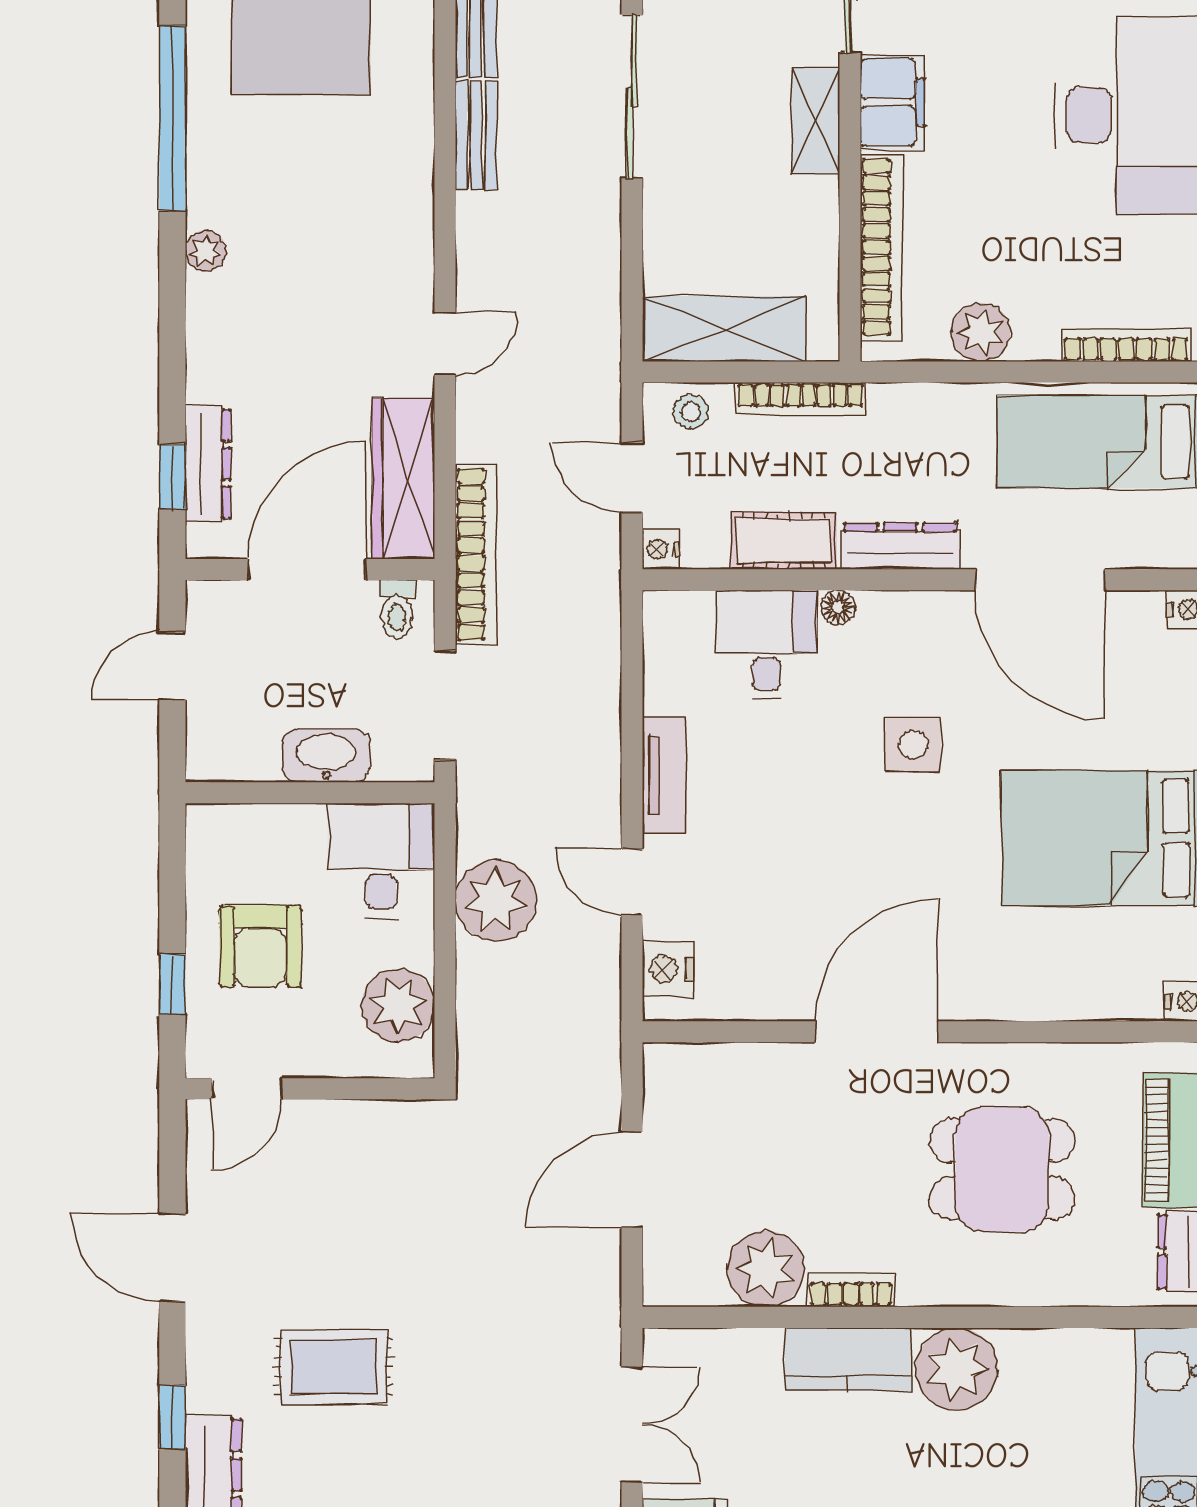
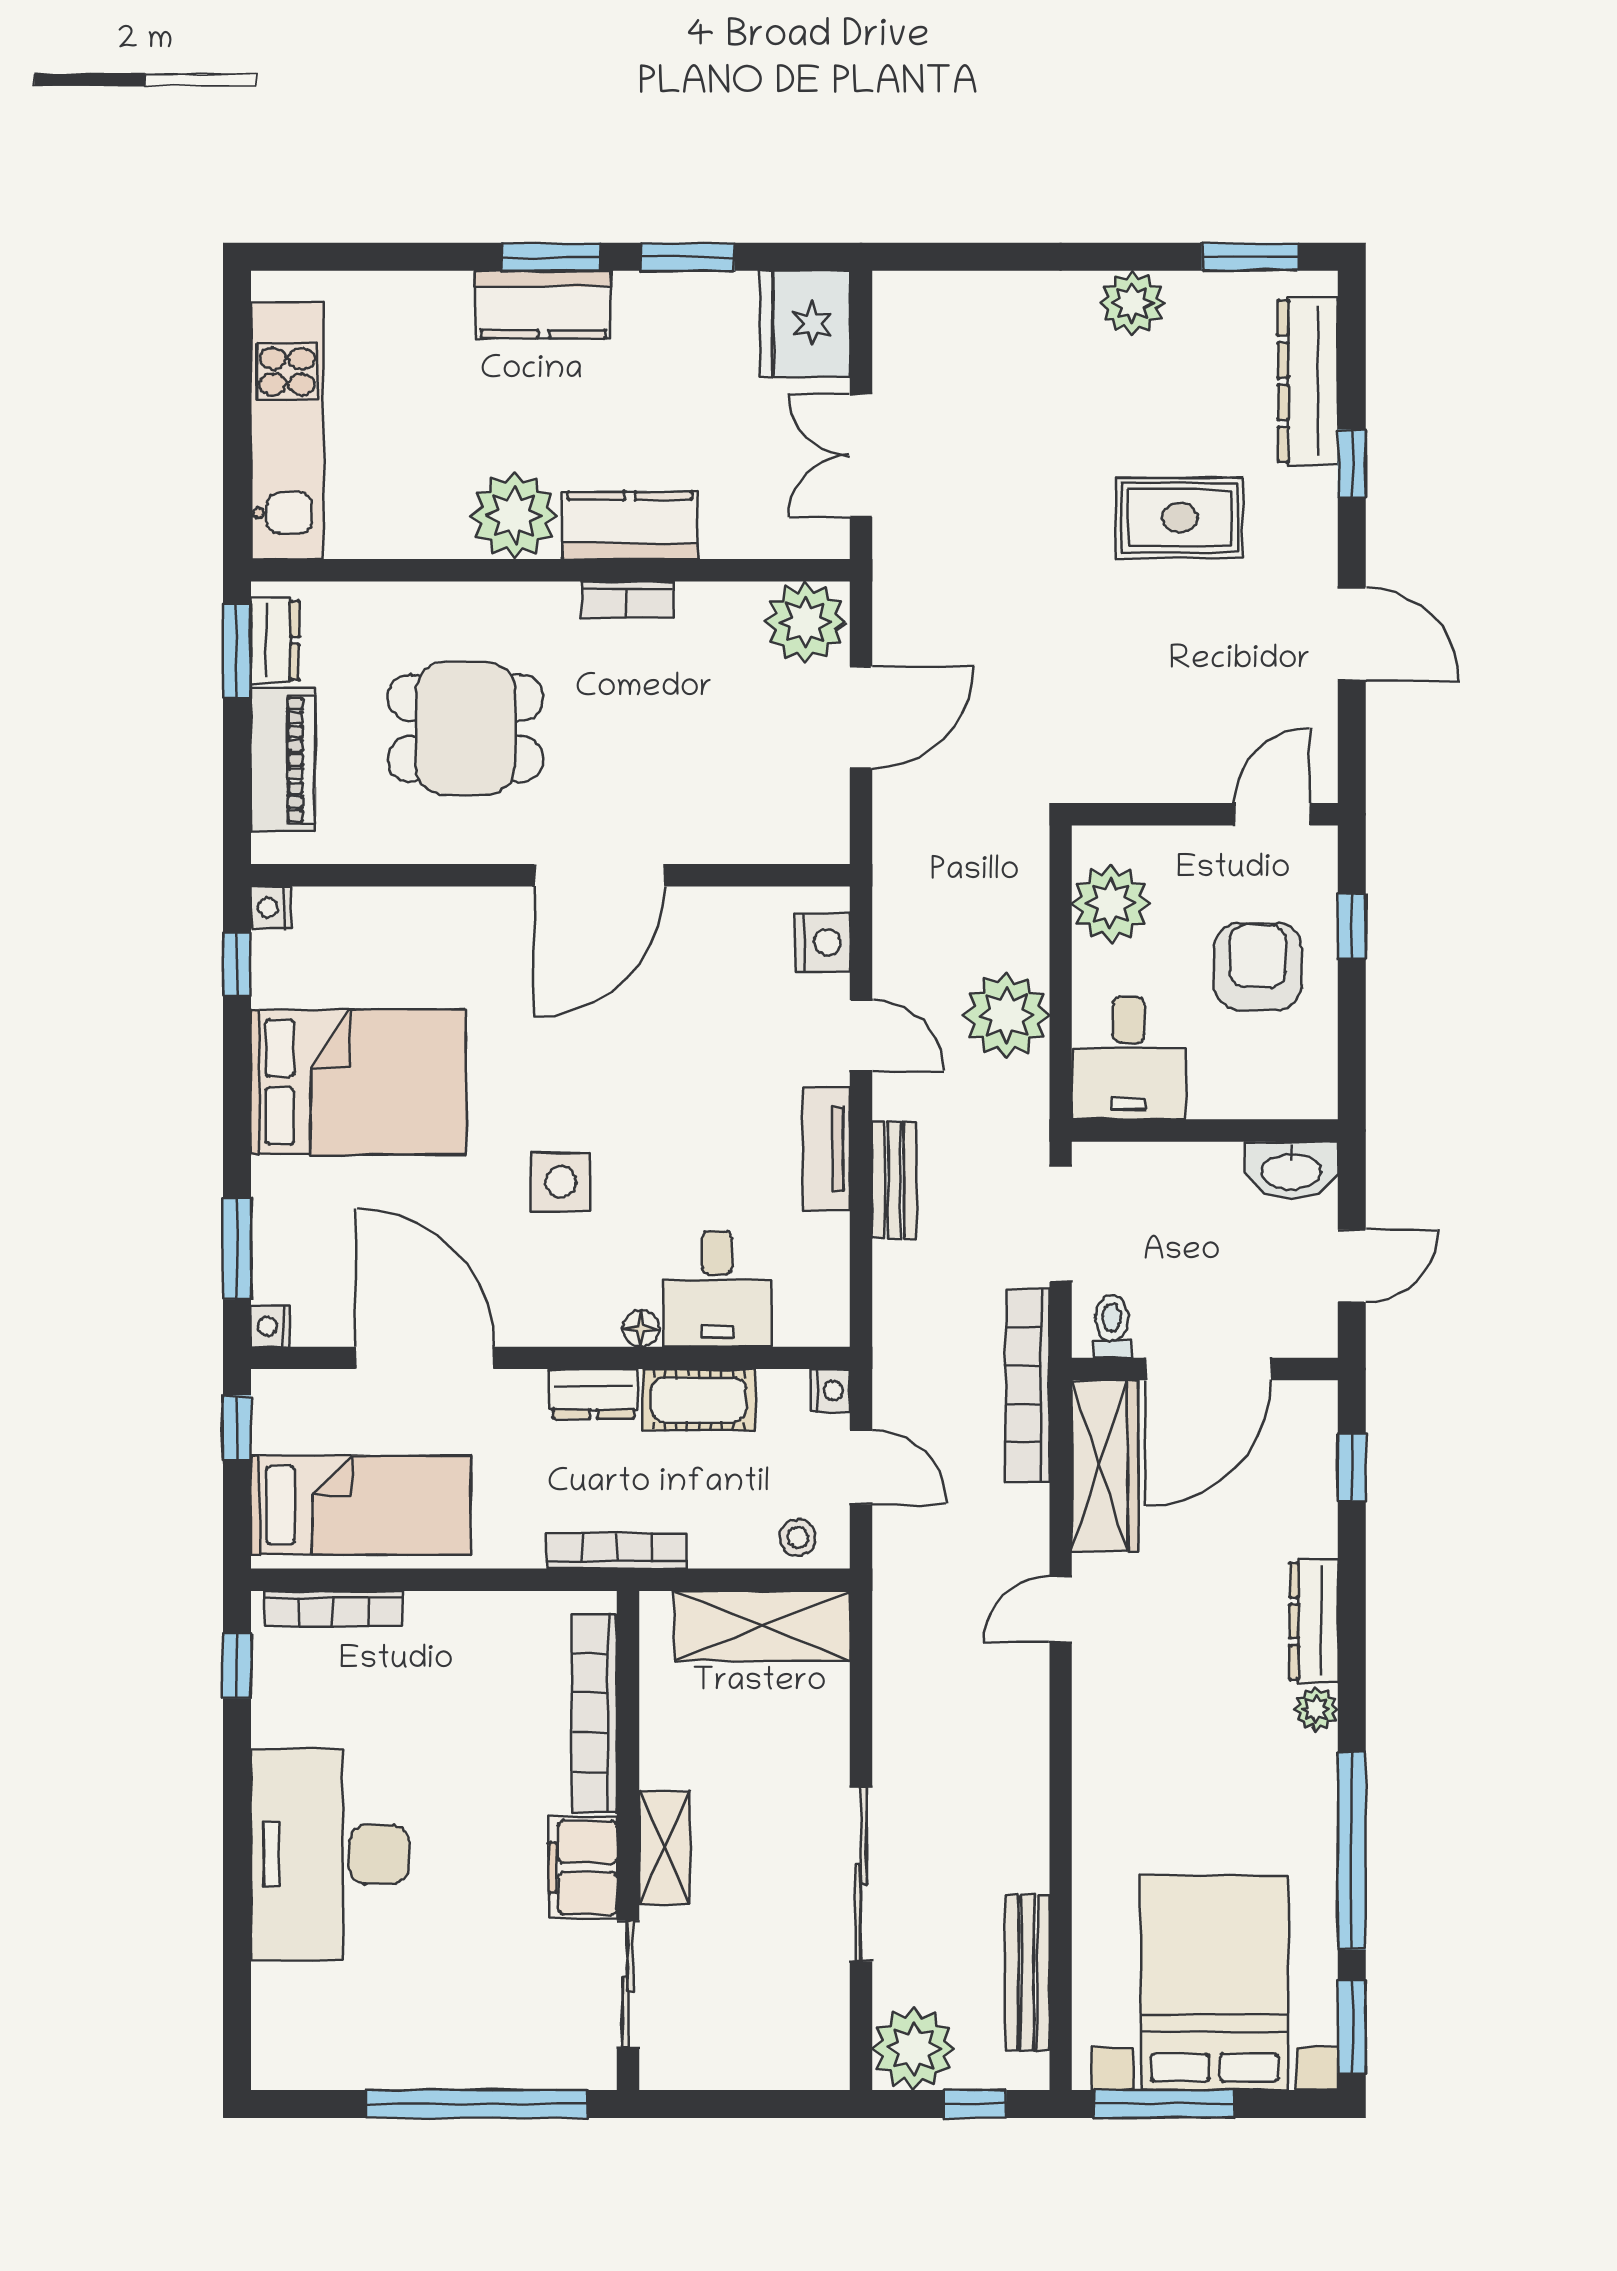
bench: (476, 136) -> (894, 1180), moved
plant: (981, 332) -> (488, 1622), removed
bookcase: (801, 399) -> (617, 1551), moved
dresser: (208, 464) -> (1314, 1621), moved
dresser: (900, 546) -> (594, 1394), width x0.70
washbasin: (326, 756) -> (1291, 1170), moved
plant: (766, 1269) -> (805, 622), moved

